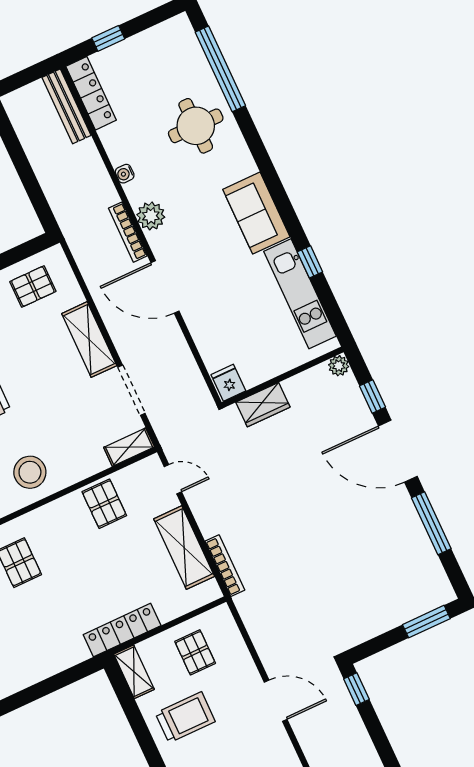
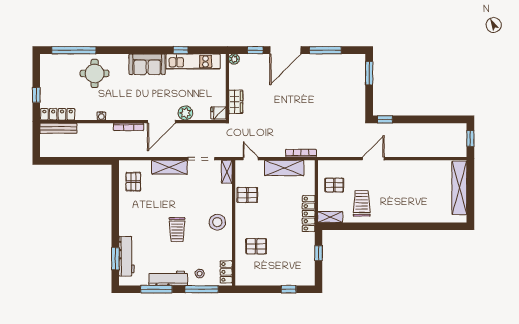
plant: (151, 216) -> (185, 113), moved
door: (173, 479) -> (251, 159), hinge flipped
window: (59, 681) -> (319, 253), added

